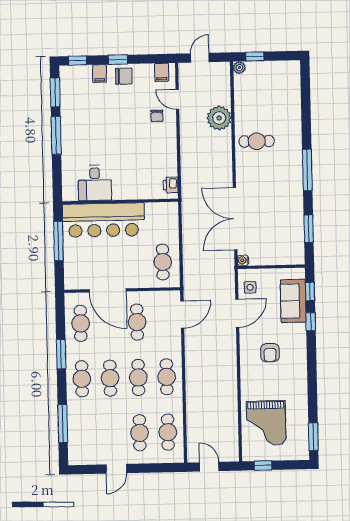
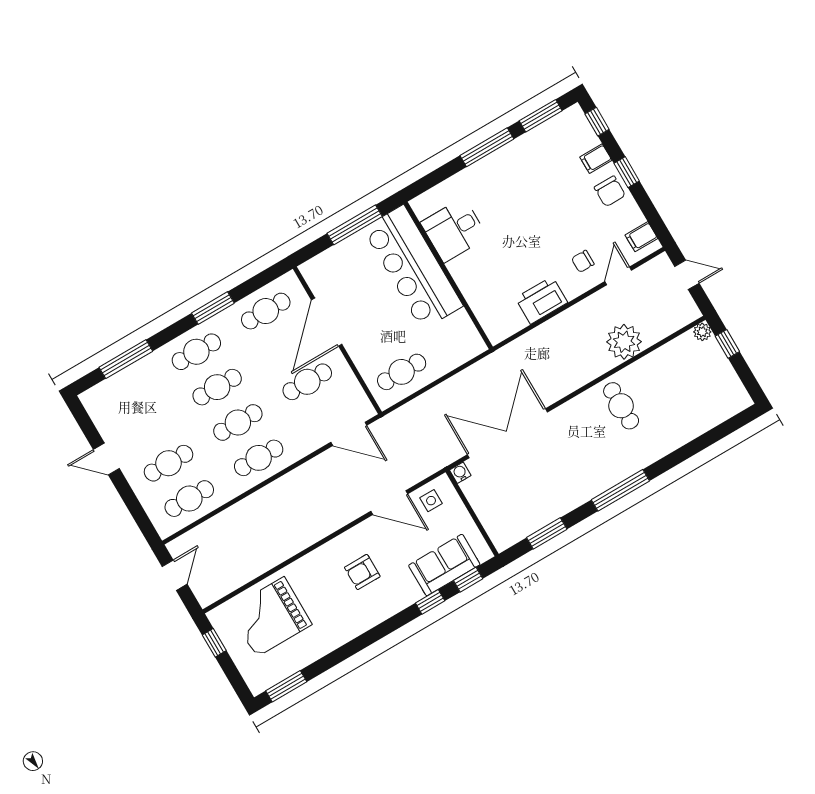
printer: (171, 185) -> (541, 300), moved, width x1.87, depth x1.48

